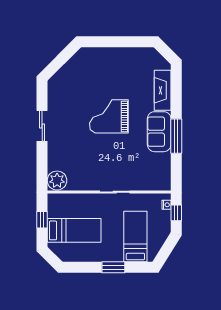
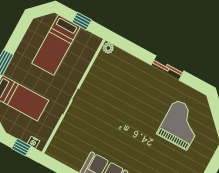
grand piano: (109, 116) -> (181, 125), moved
plant: (57, 181) -> (108, 48), width x0.53, depth x0.53

